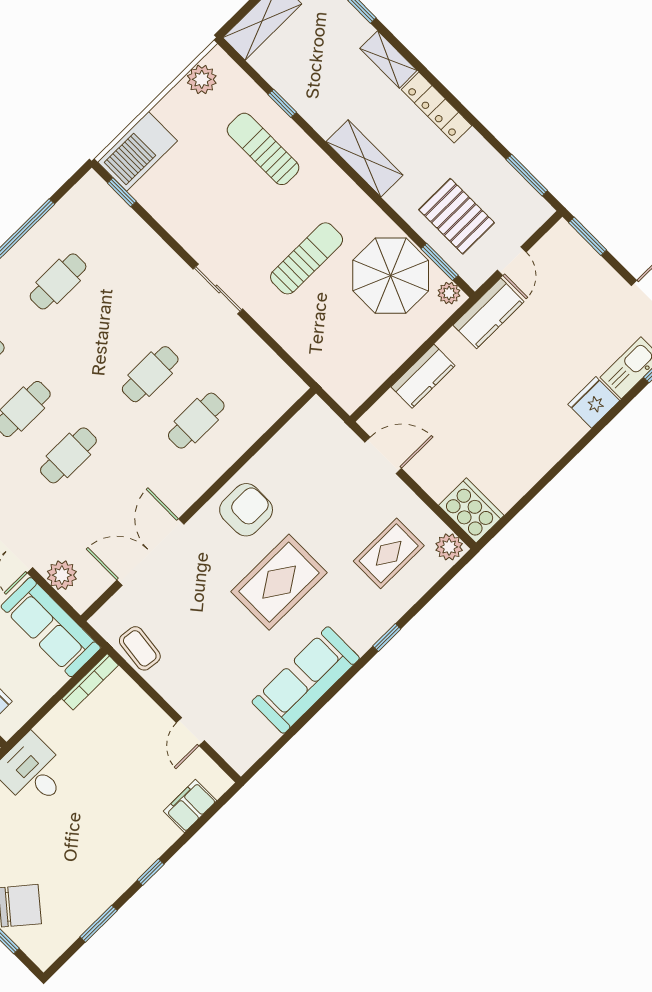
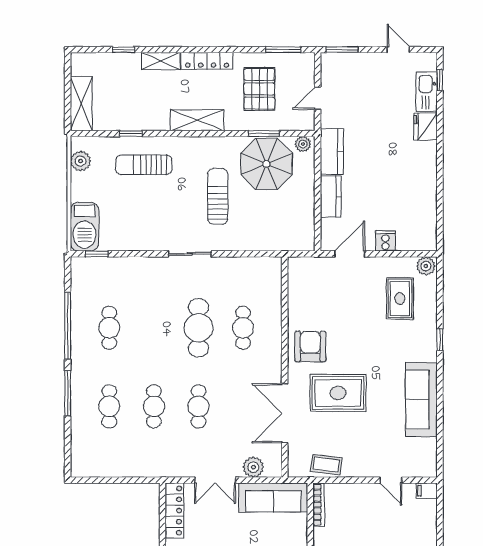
pallet: (457, 216) -> (259, 89), moved, turned 90
door: (512, 261) -> (318, 98), swing flipped
window: (440, 262) -> (264, 134), moved
kitchen counter: (489, 313) -> (332, 152), moved
cafe table: (150, 374) -> (198, 328), width x1.37, depth x1.35
cooker: (471, 510) -> (385, 241), moved, width x0.53, depth x0.76
rug: (279, 582) -> (338, 393), moved, turned 90
filing cabinet: (190, 806) -> (427, 491), moved, width x0.50

